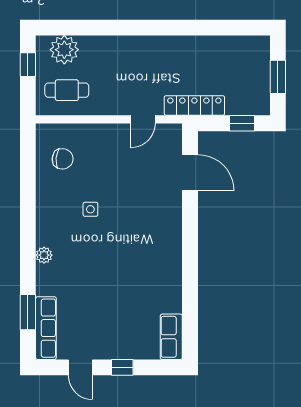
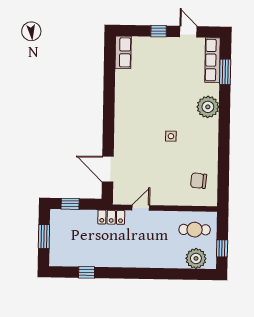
window: (217, 28) -> (87, 272), added
locker: (194, 106) -> (111, 217), width x0.66
side table: (90, 209) -> (171, 136), moved
plant: (44, 255) -> (208, 107), width x1.87, depth x1.87

